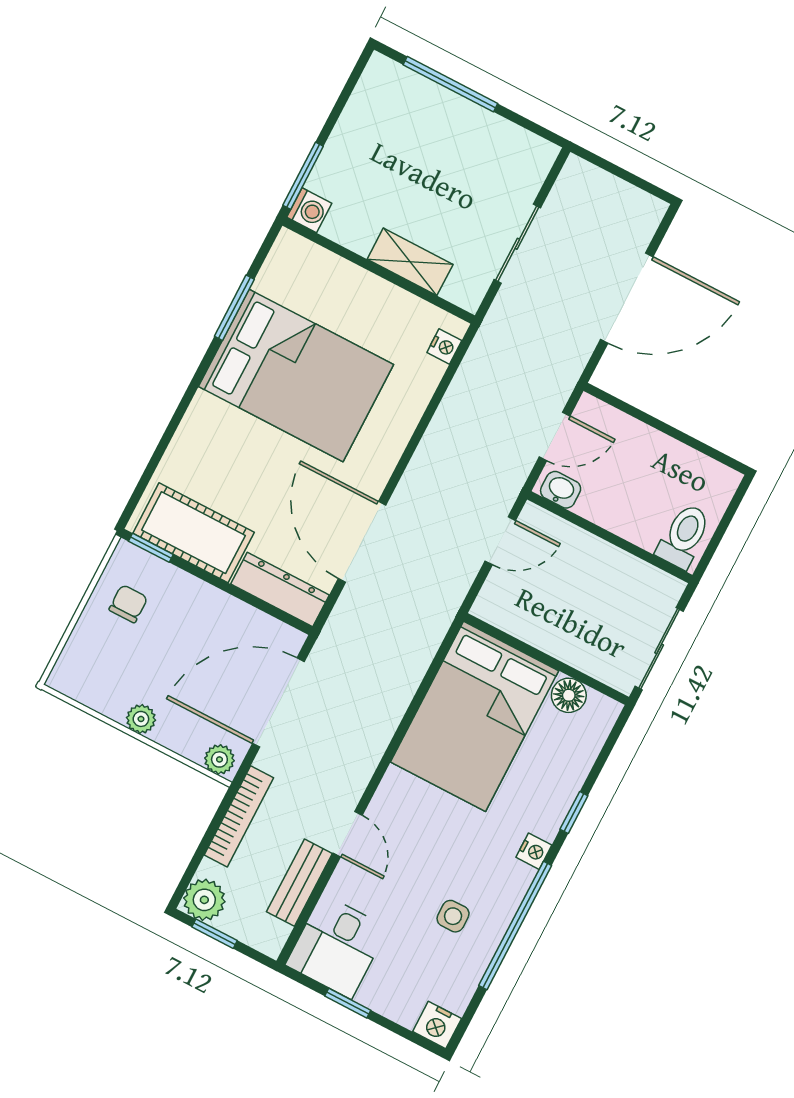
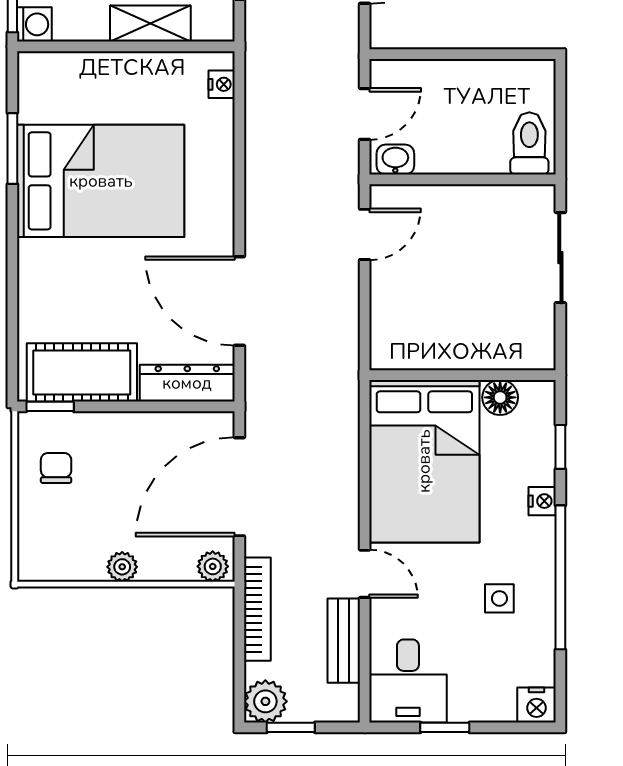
wall: (546, 659) -> (463, 375), moved
floor lamp: (569, 695) -> (500, 397), moved
bed: (475, 716) -> (424, 461), moved

